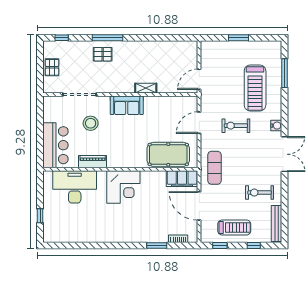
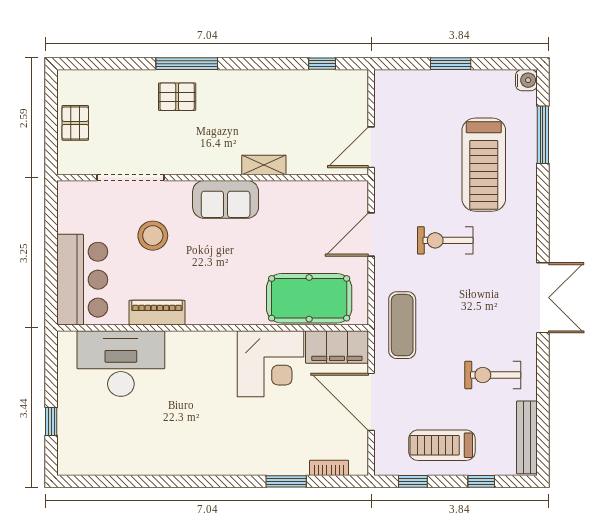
window: (62, 38) -> (322, 64), moved
water cooler: (276, 126) -> (526, 80), moved
corner desk: (123, 187) -> (271, 364), moved
treadmill: (234, 227) -> (442, 445), turned 180

